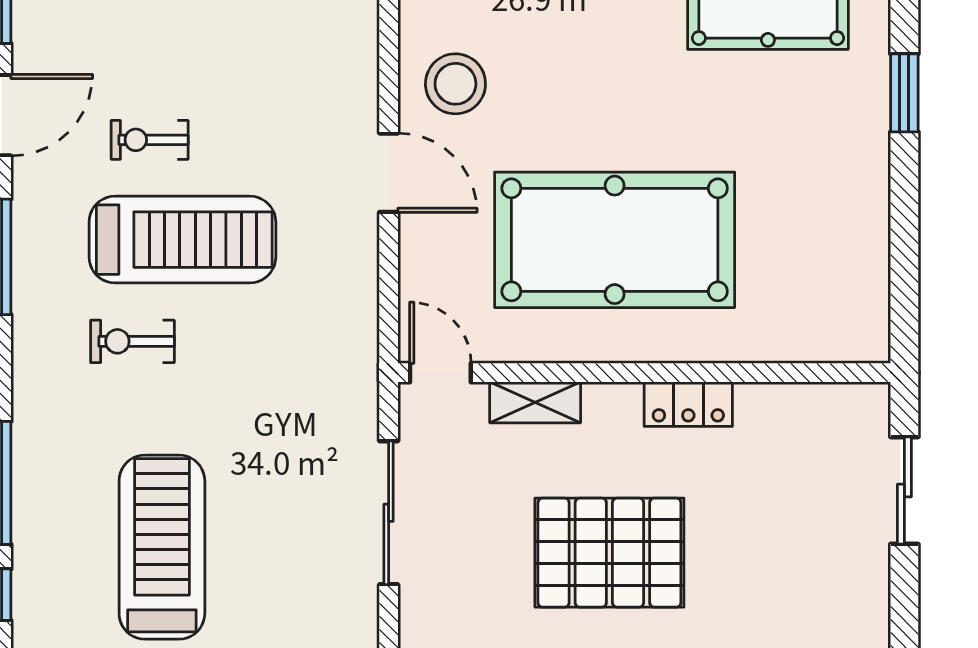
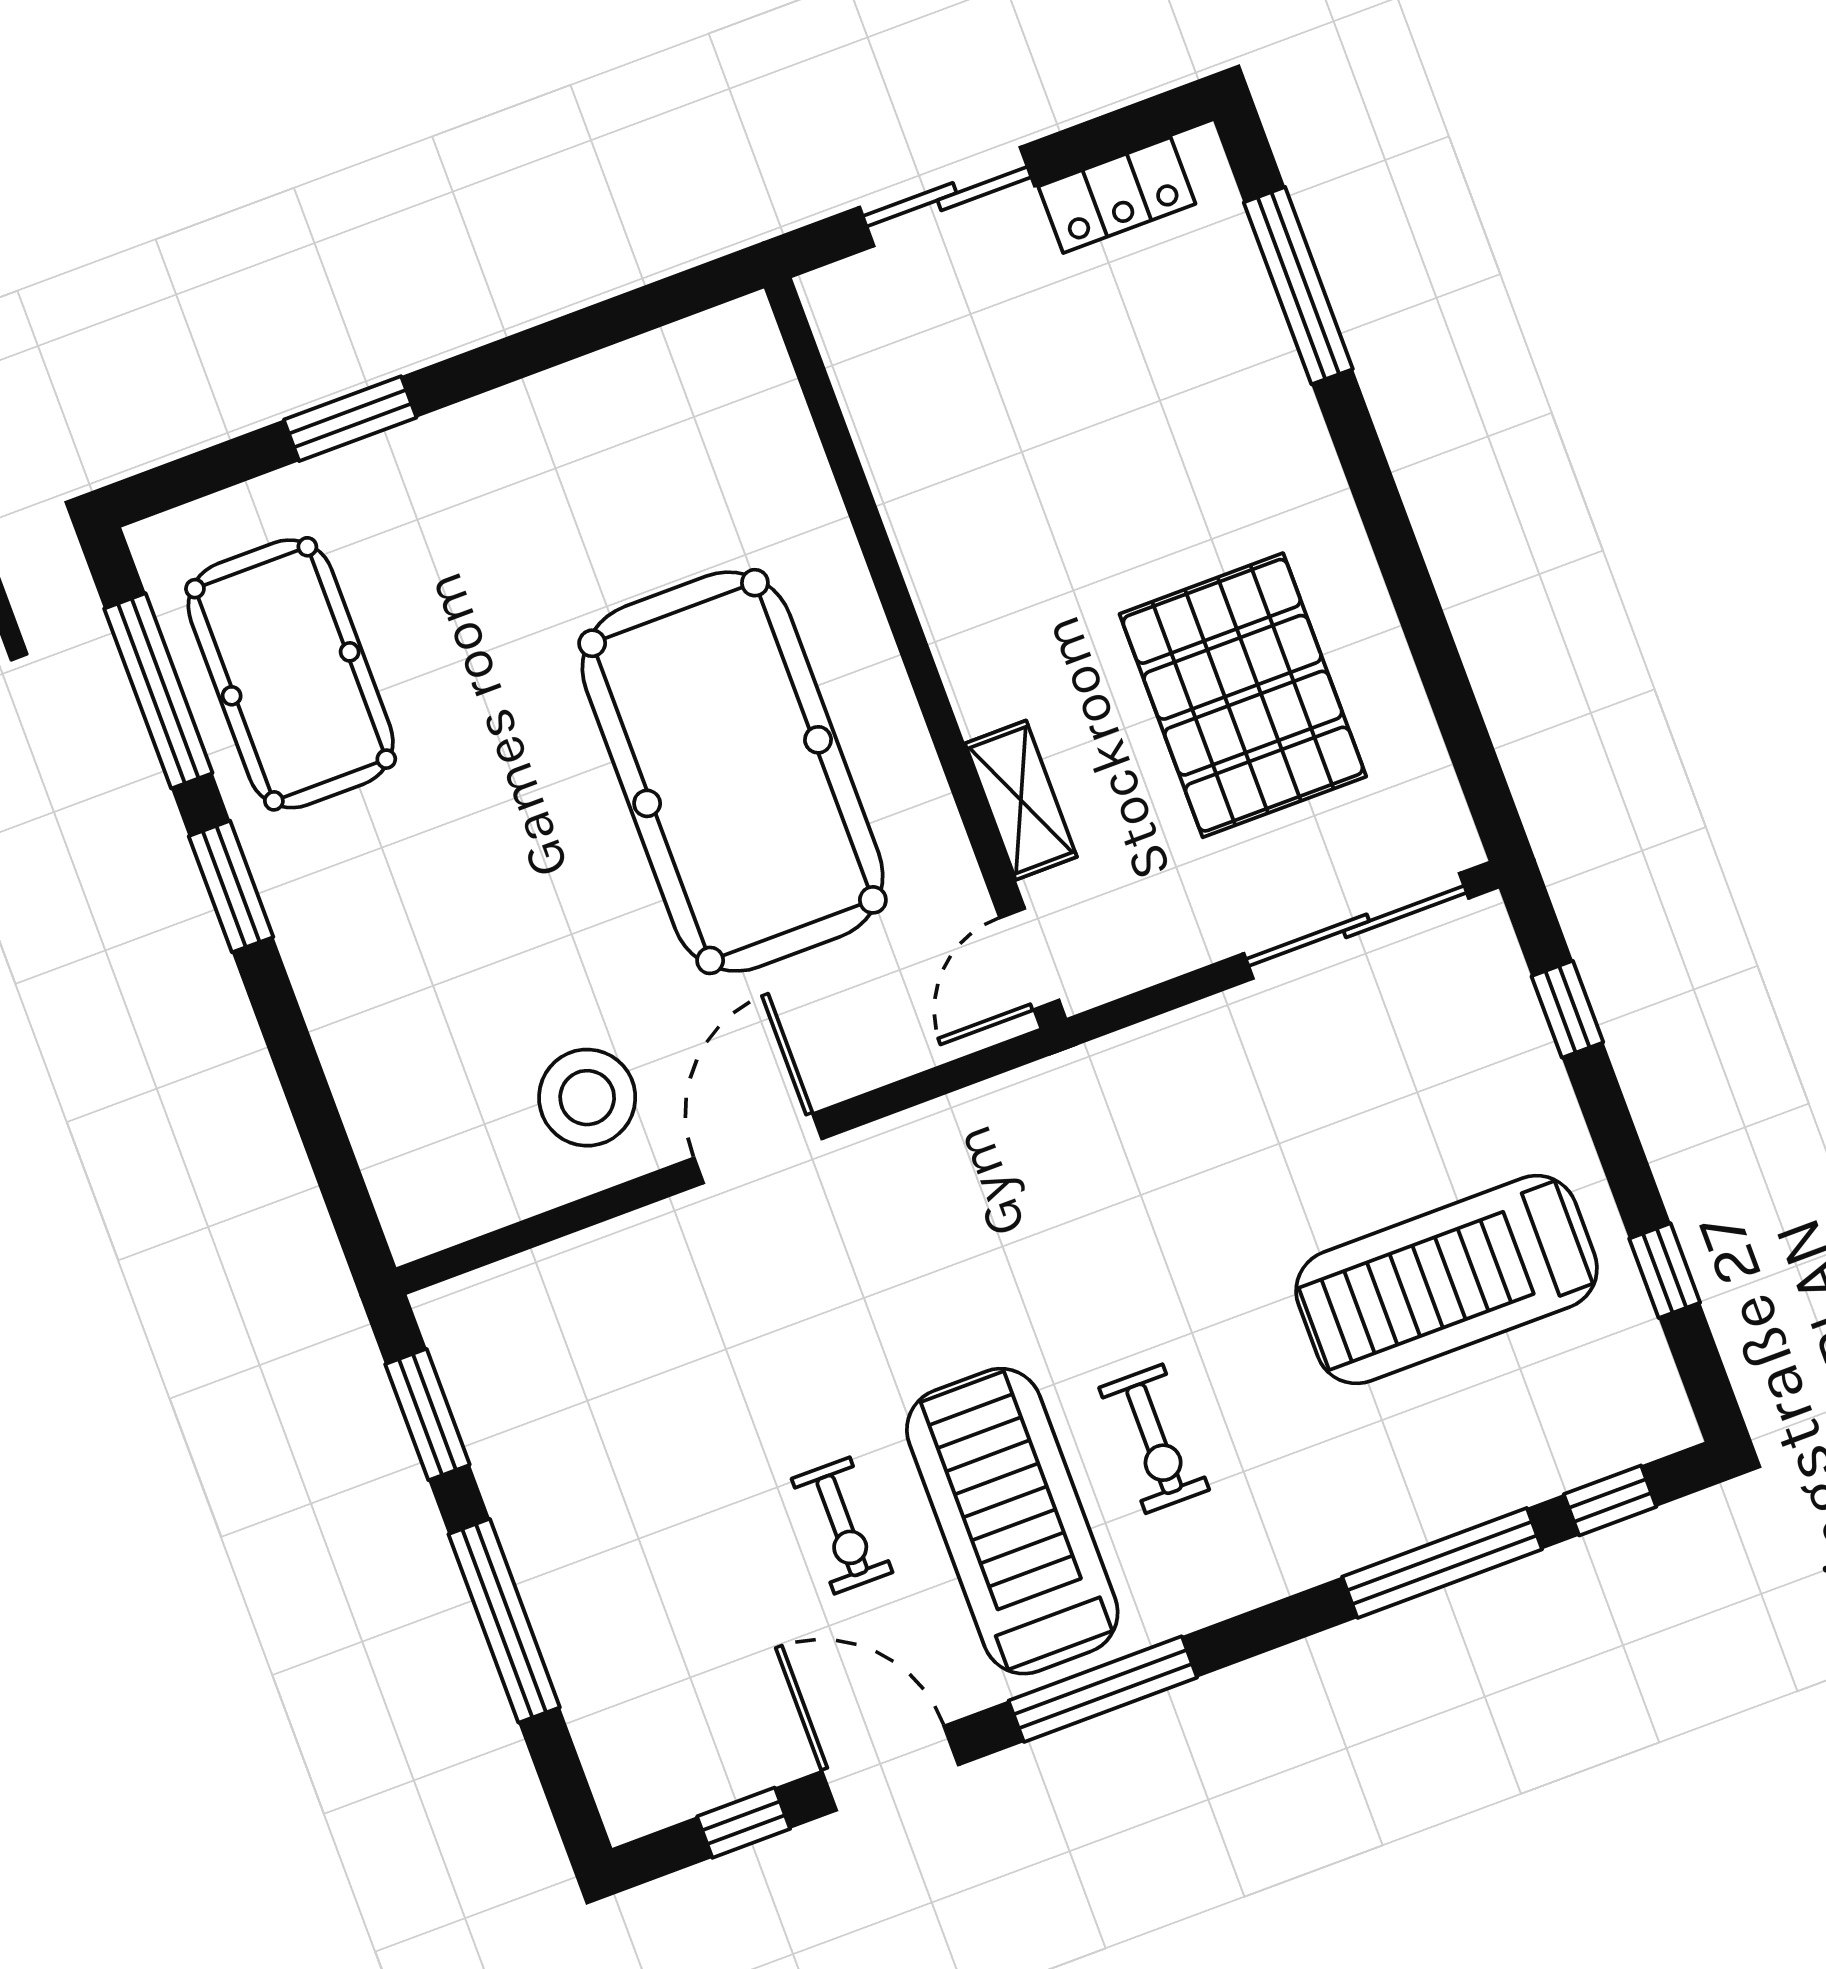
treadmill: (182, 240) -> (1012, 1521), moved
locker: (688, 404) -> (1117, 195), moved, turned 90
sliding door: (389, 513) -> (1356, 926), moved
pallet: (609, 553) -> (1243, 695), moved

